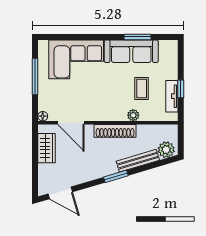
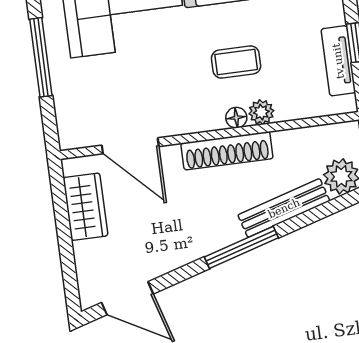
coffee table: (142, 88) -> (236, 62), moved, turned 90
floor lamp: (43, 116) -> (236, 118), moved
window: (116, 176) -> (241, 247), width x1.44

